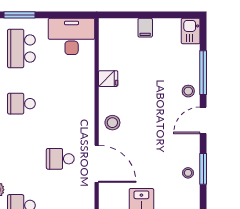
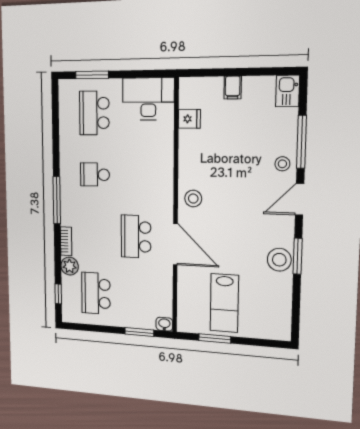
fridge: (108, 79) -> (189, 119), moved
school desk: (60, 159) -> (136, 237), width x1.85
stool: (188, 173) -> (279, 260), width x1.89, depth x1.89

